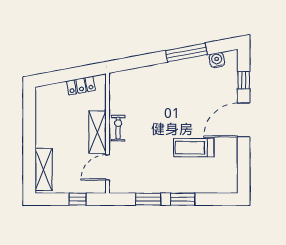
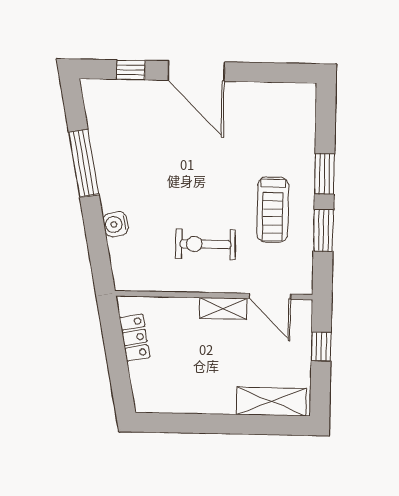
water cooler: (217, 60) -> (116, 224), moved
exercise bike: (118, 128) -> (206, 244), moved, width x1.38, depth x1.39
shelving: (97, 132) -> (223, 308), width x0.67, depth x0.75
treadmill: (194, 148) -> (273, 210), moved

